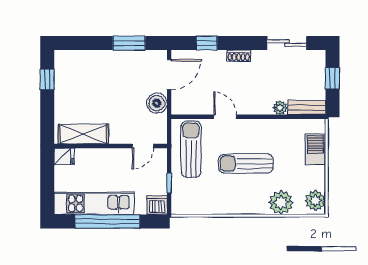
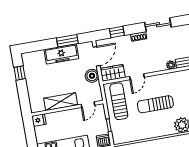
sliding door: (287, 43) -> (158, 25), moved
freezer: (116, 62) -> (61, 54), added
wardrobe: (189, 104) -> (113, 73), added
door: (225, 117) -> (137, 77), swing flipped
shelving: (83, 134) -> (61, 102), moved

